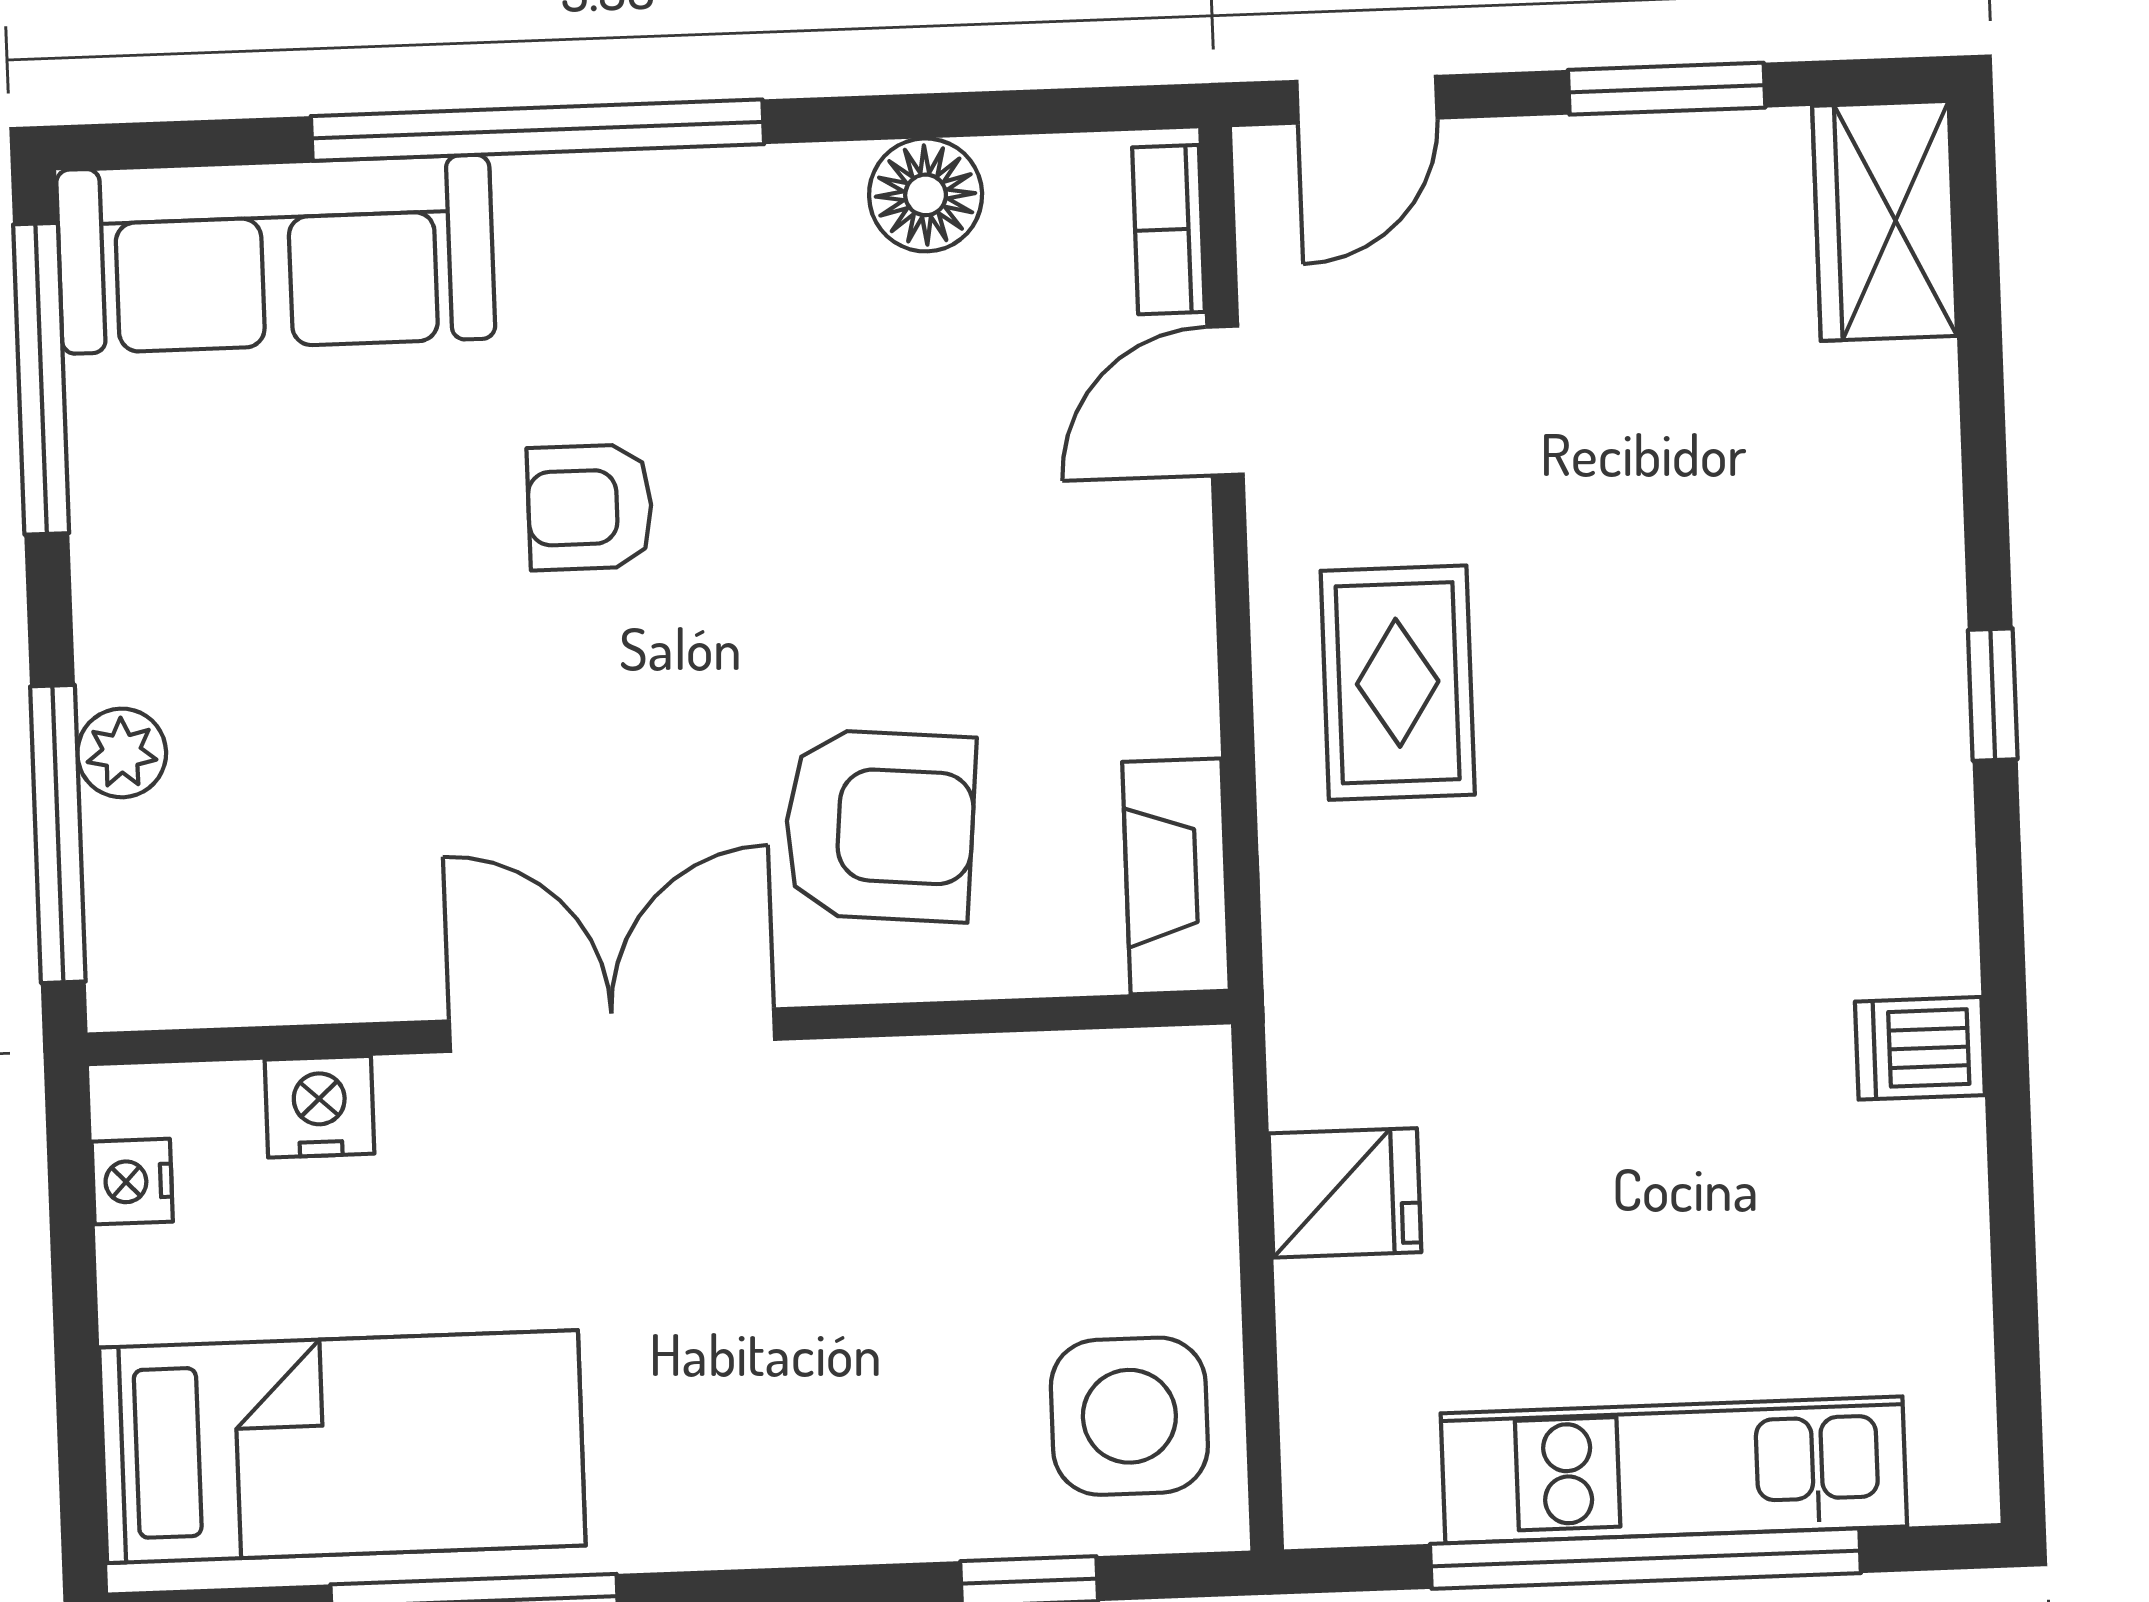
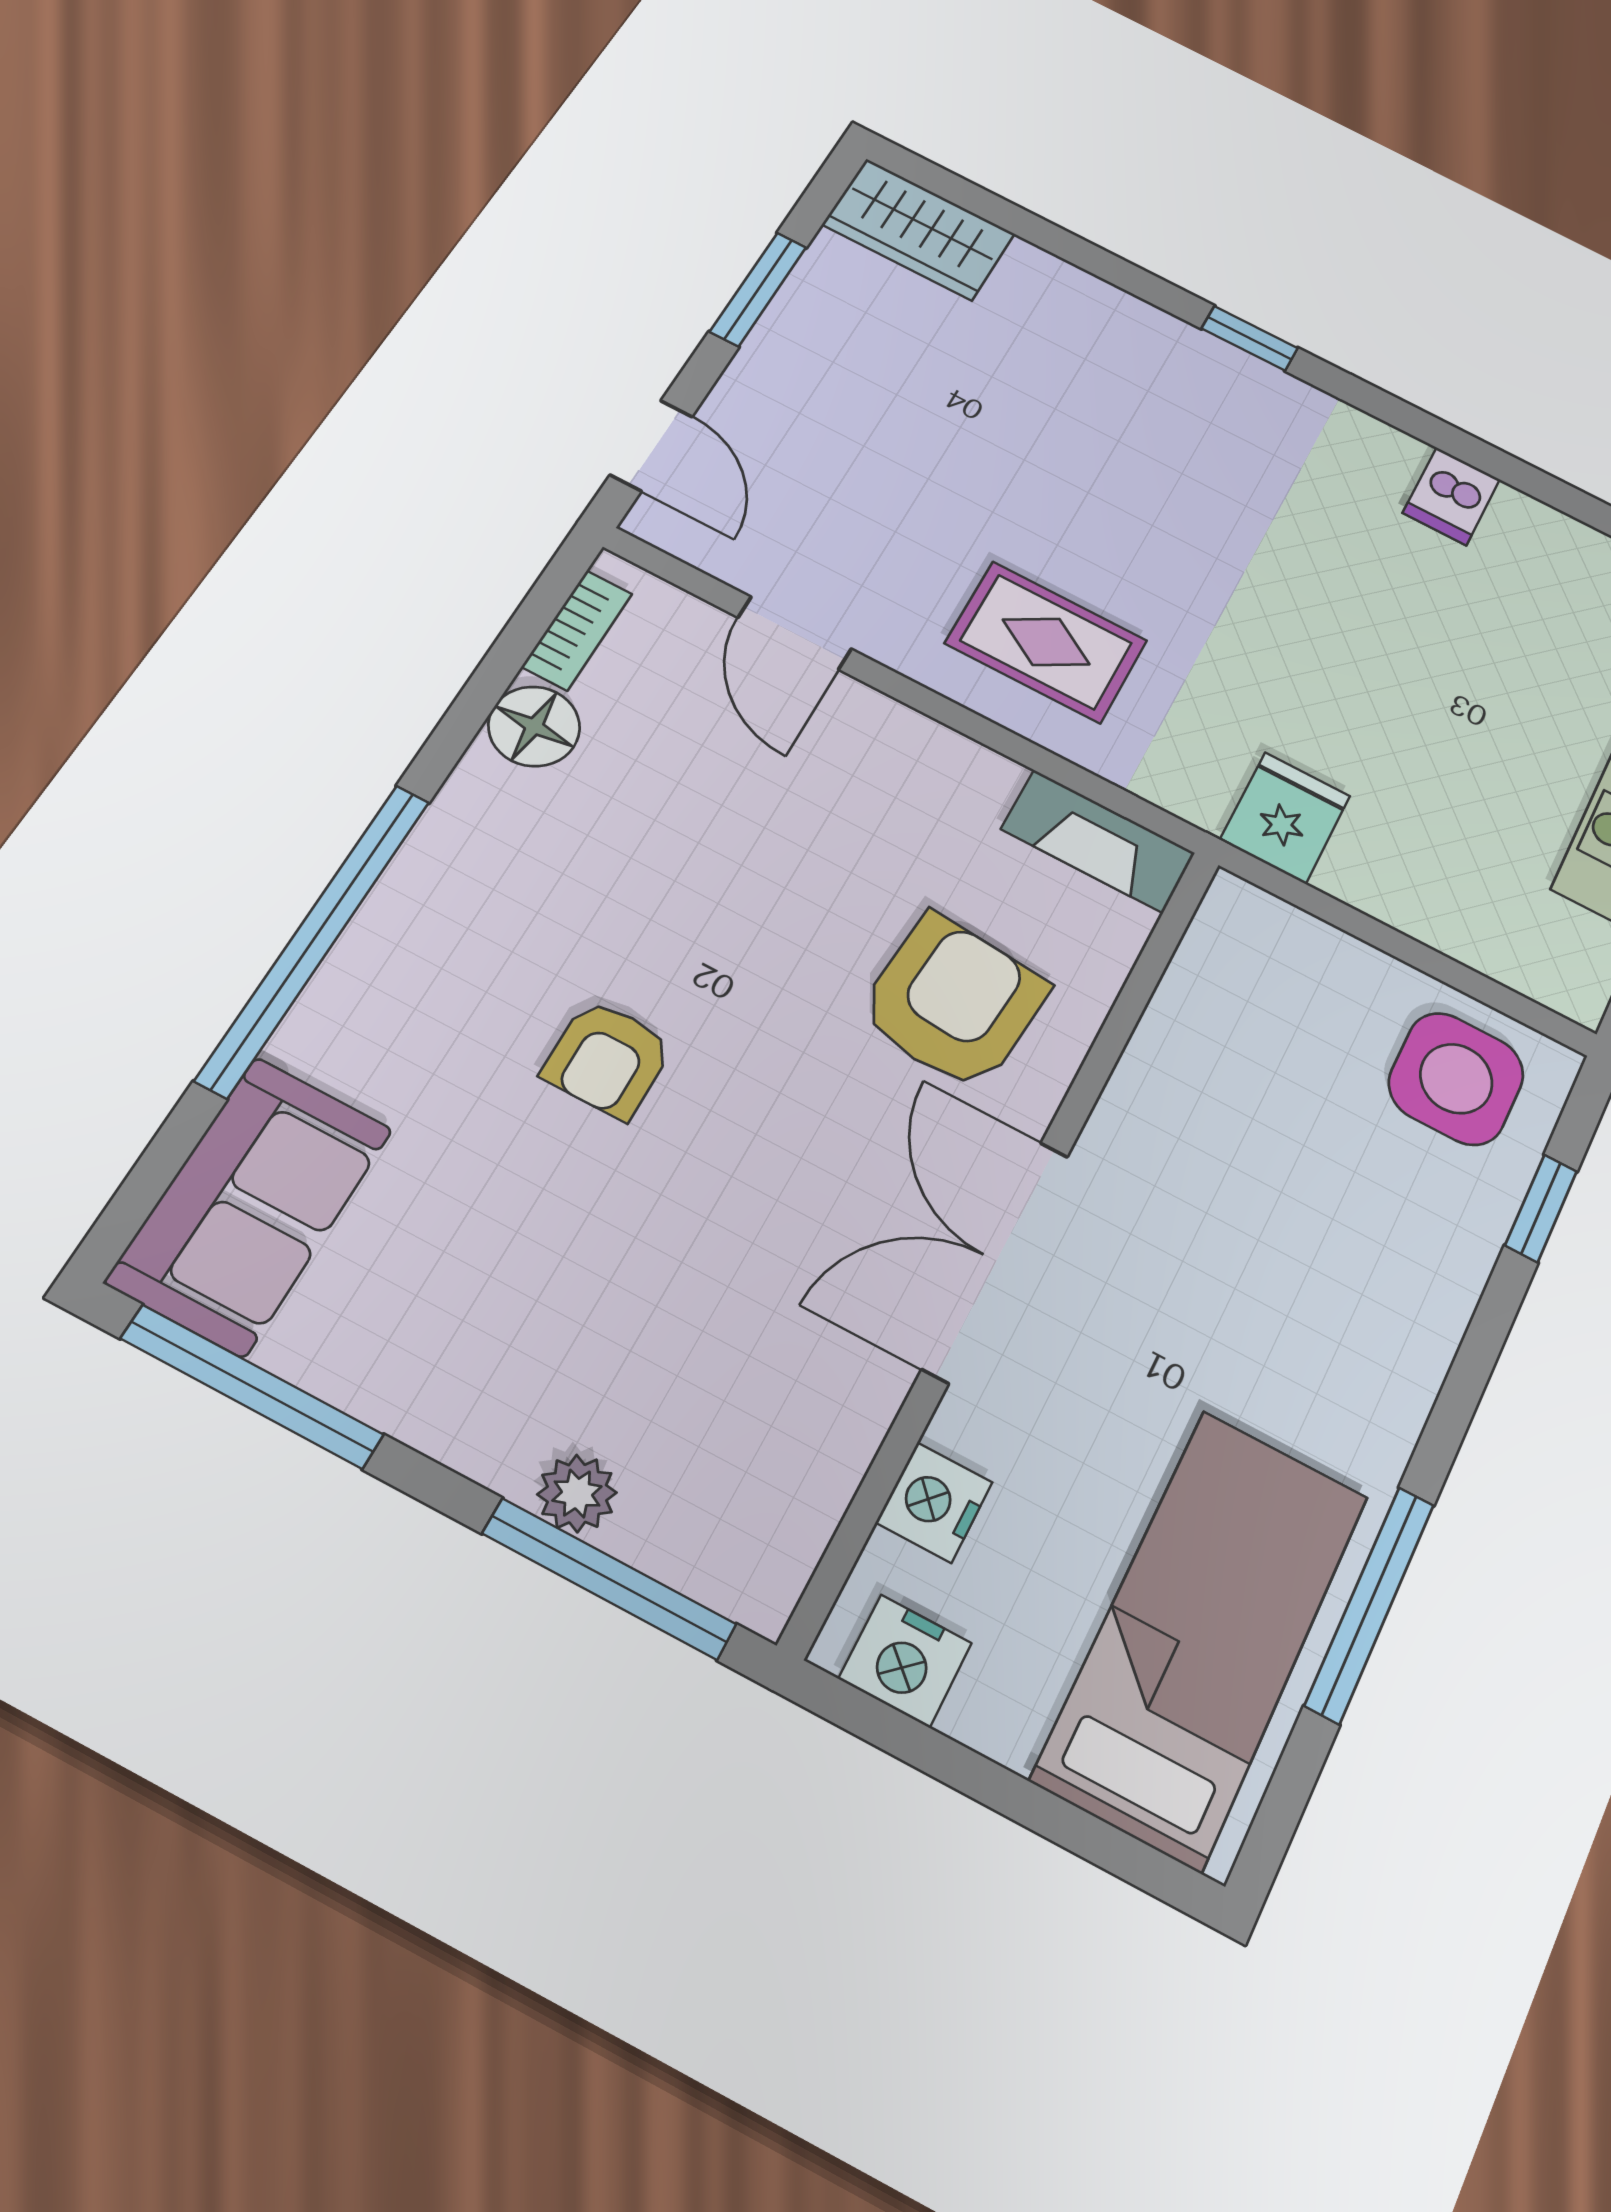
bookcase: (1168, 230) -> (577, 630), moved, turned -90
sofa: (276, 254) -> (250, 1205), width x0.73
nightstand: (132, 1182) -> (905, 1661), width x1.39, depth x1.35
fridge: (1345, 1193) -> (1285, 818), moved

